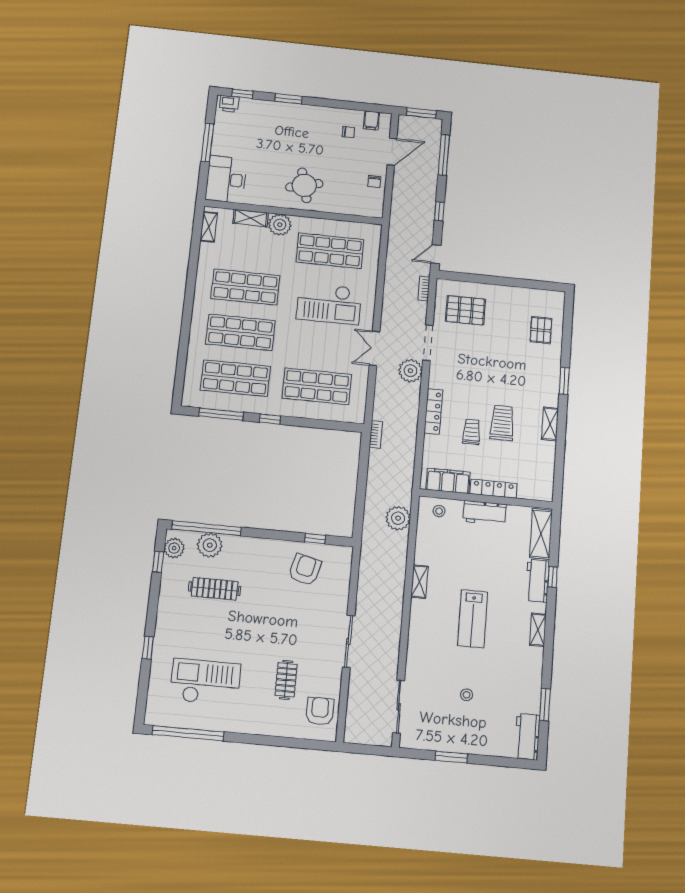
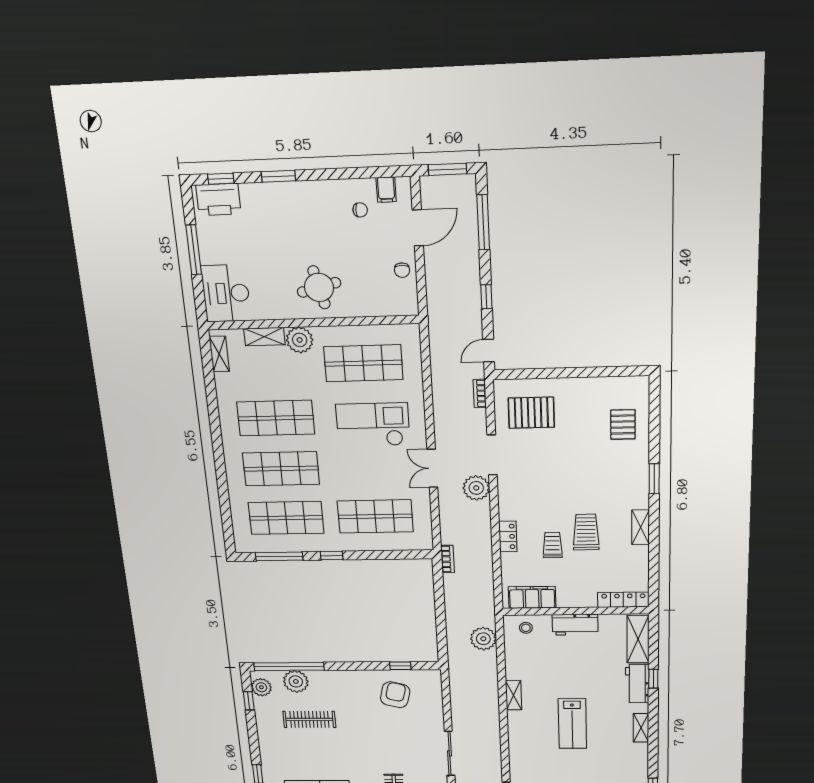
printer: (229, 104) -> (218, 199), width x1.87, depth x1.48
checkout: (329, 304) -> (373, 425), turned 180
locker: (433, 411) -> (508, 536), width x0.66
locker: (493, 489) -> (623, 600), moved

